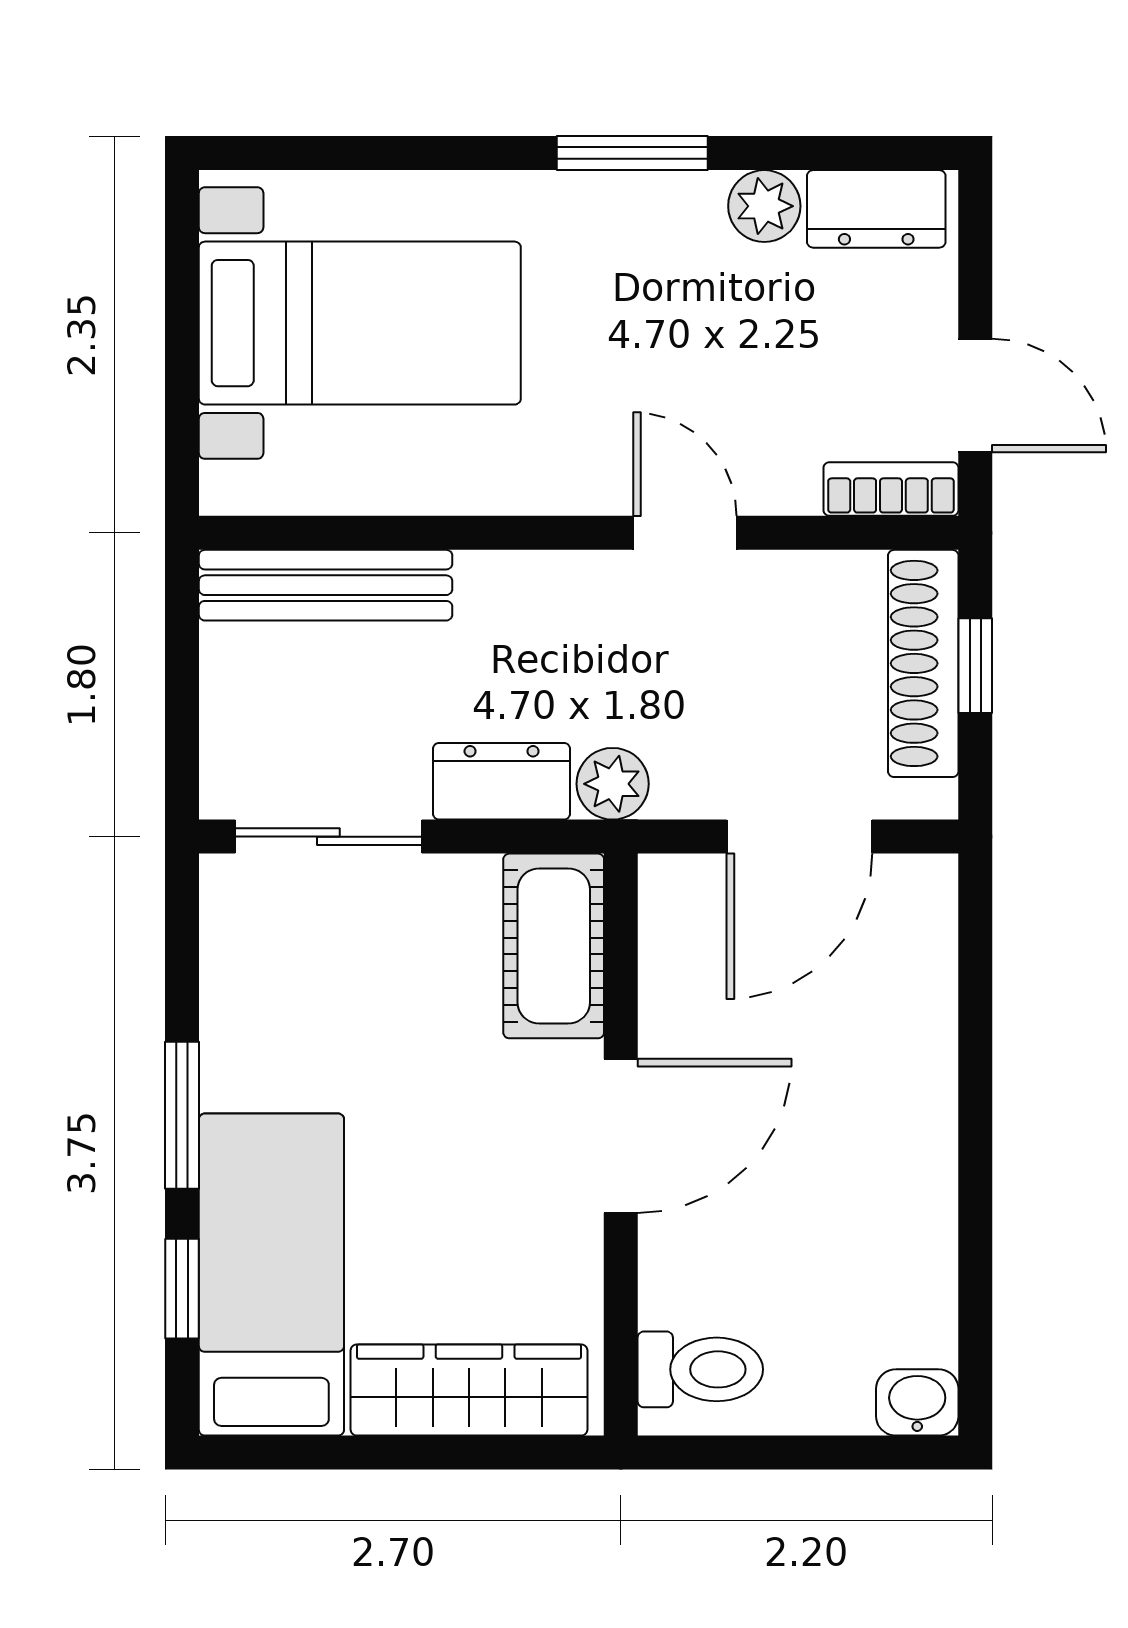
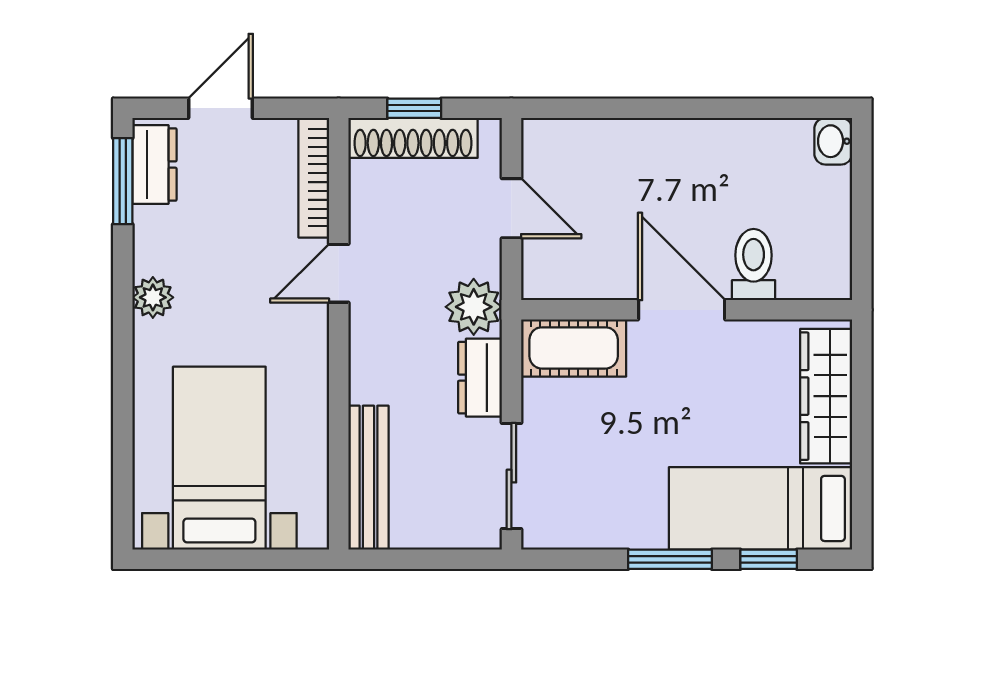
window: (632, 153) -> (123, 181), moved
plant: (764, 206) -> (153, 297), moved
door: (975, 396) -> (221, 108), moved
bookcase: (891, 489) -> (314, 178), width x1.56
plant: (613, 784) -> (474, 307), width x1.38, depth x1.38
door: (799, 837) -> (511, 208), width x0.73
toilet: (700, 1369) -> (754, 265), moved

